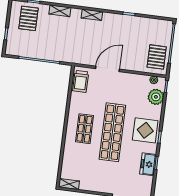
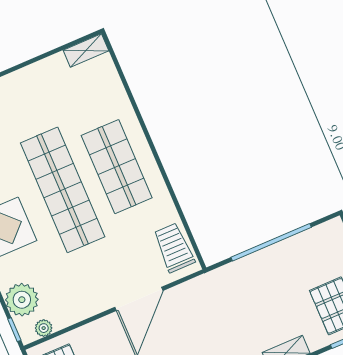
shop shelf: (84, 129) -> (117, 167), width x1.43, depth x1.36

